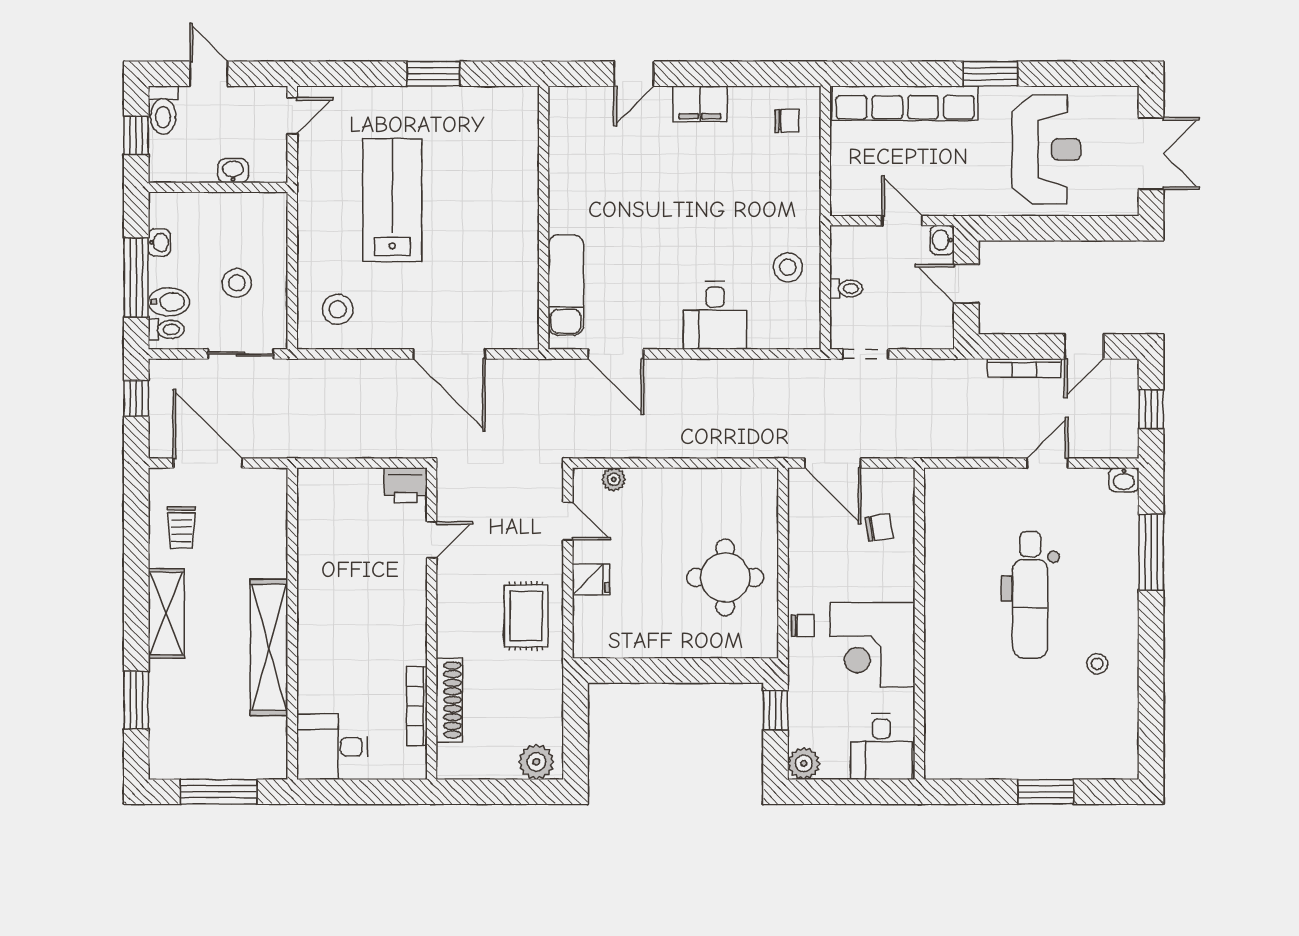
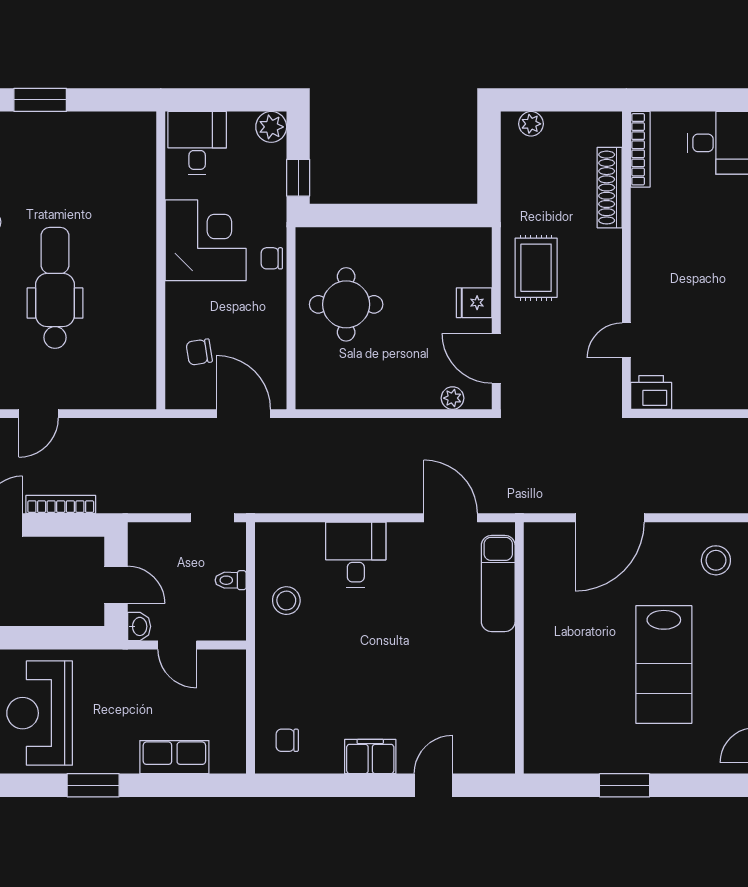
row of seats: (905, 103) -> (174, 757), width x0.50
door: (449, 354) -> (610, 518), swing flipped
door: (568, 521) -> (496, 358), width x1.38
bookcase: (417, 706) -> (640, 149), moved
plant: (536, 762) -> (531, 124), width x0.73, depth x0.73

